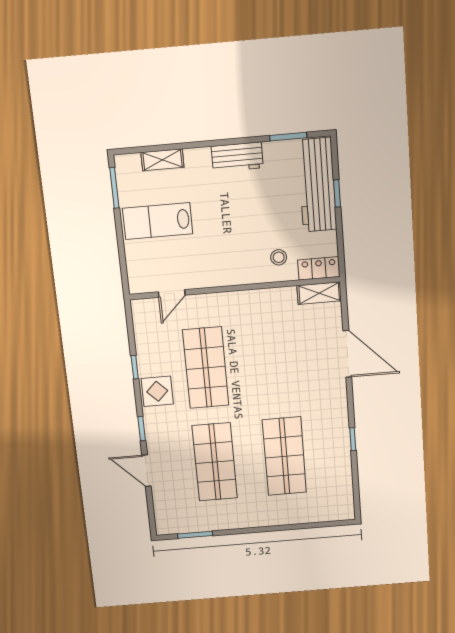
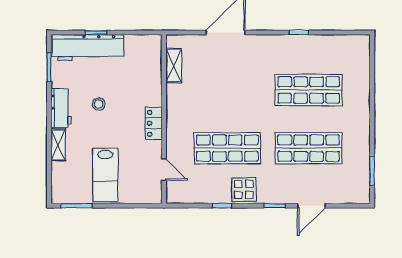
shelving: (162, 160) -> (58, 145), moved
stool: (279, 257) -> (99, 104), moved
locker: (319, 268) -> (154, 123), moved
shelving: (319, 293) -> (174, 66), moved

